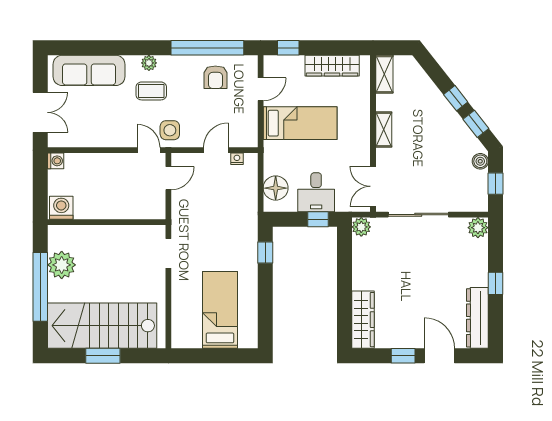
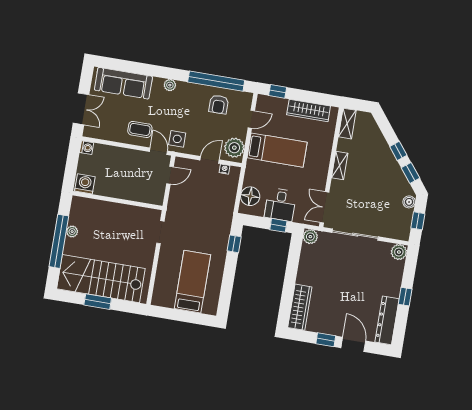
coffee table: (151, 91) -> (140, 129), moved
plant: (245, 129) -> (234, 148), added
plant: (62, 265) -> (72, 232), width x0.53, depth x0.53

